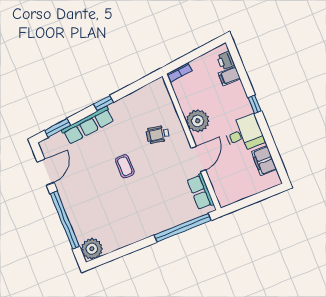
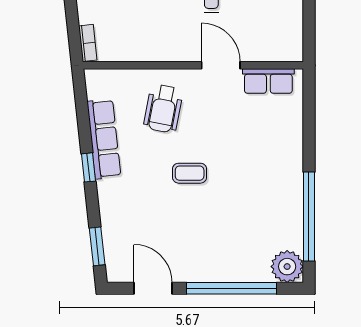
plant: (198, 121) -> (167, 45), removed
row of seats: (88, 125) -> (104, 139), moved
wheelchair: (158, 134) -> (163, 109), width x1.36, depth x1.37
window: (183, 228) -> (309, 216), moved

